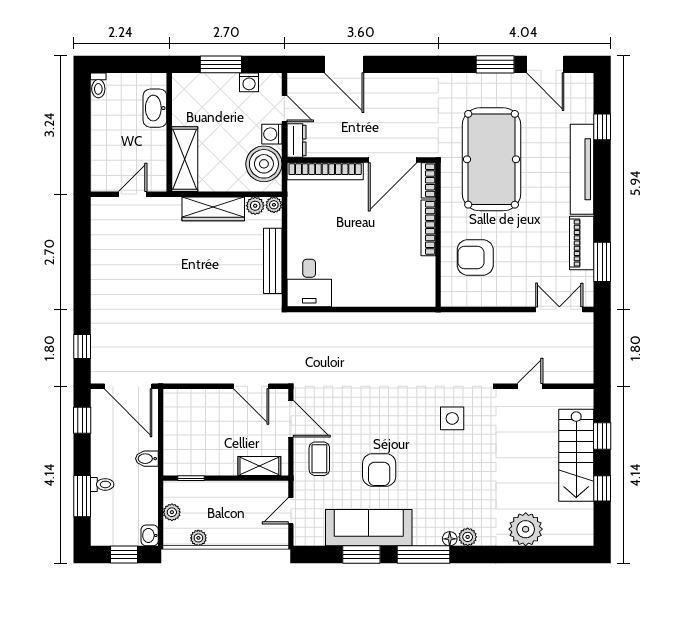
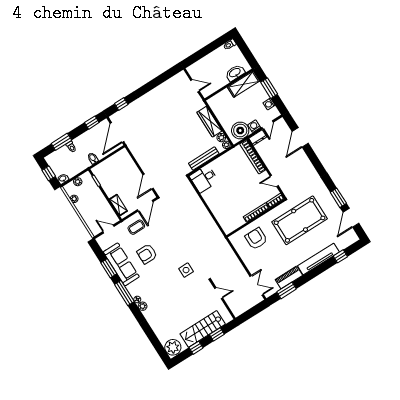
shelving: (185, 159) -> (244, 84), moved
door: (393, 160) -> (274, 181), width x0.53
plant: (526, 529) -> (173, 347), moved

